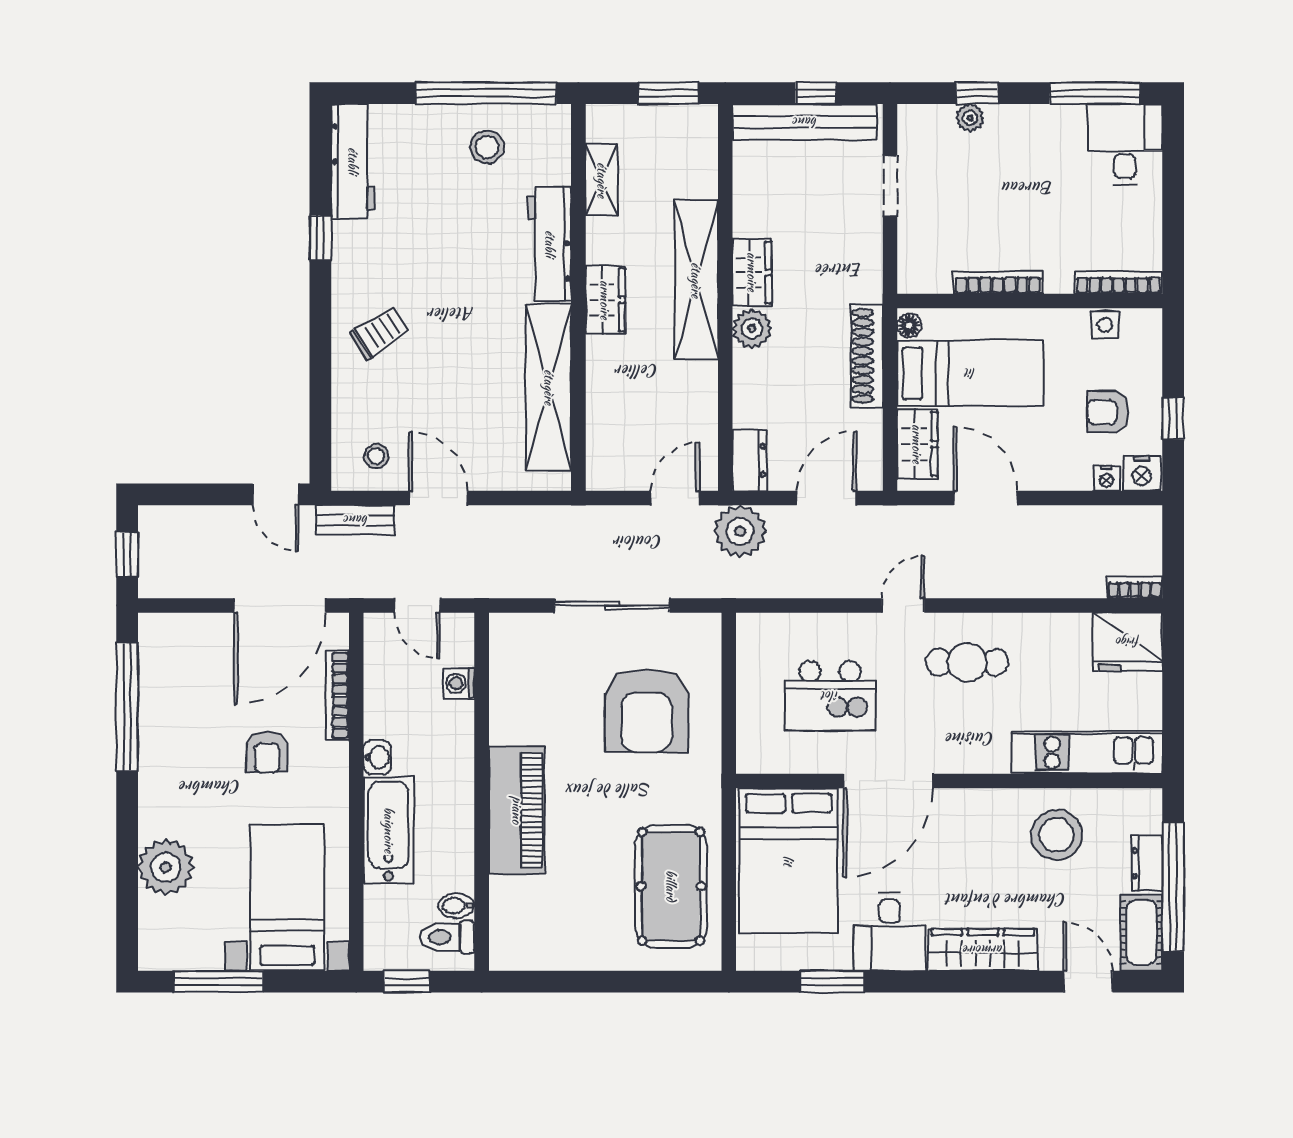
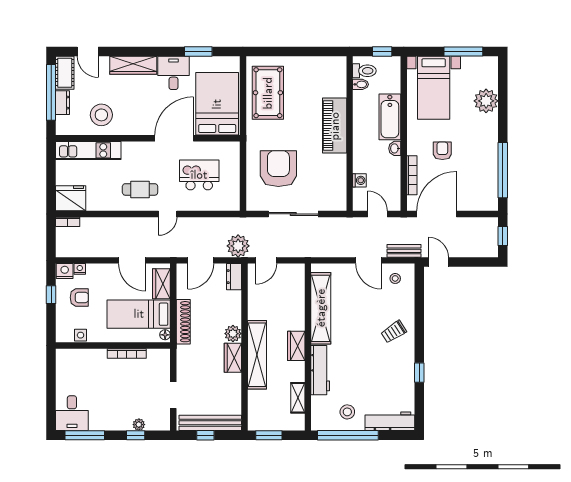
workbench: (353, 161) -> (390, 421), moved, turned 90
bookcase: (1119, 283) -> (75, 353), removed

